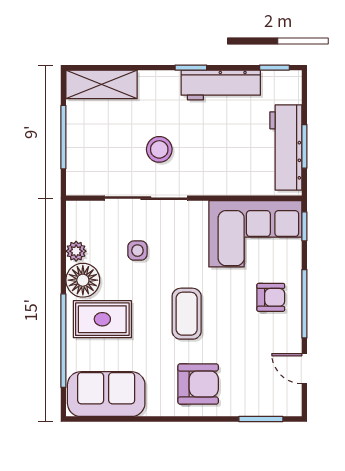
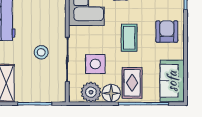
plant: (76, 251) -> (91, 92), width x1.87, depth x1.87
side table: (137, 251) -> (95, 64), width x1.87, depth x1.87
coffee table: (187, 314) -> (129, 38), turned 90

